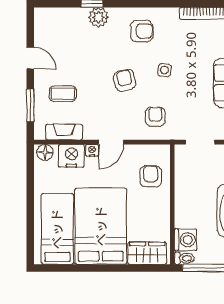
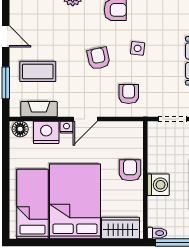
coffee table: (63, 94) -> (38, 71), width x1.36, depth x1.30
armchair: (151, 176) -> (130, 170), moved
washing machine: (186, 240) -> (158, 185), moved

